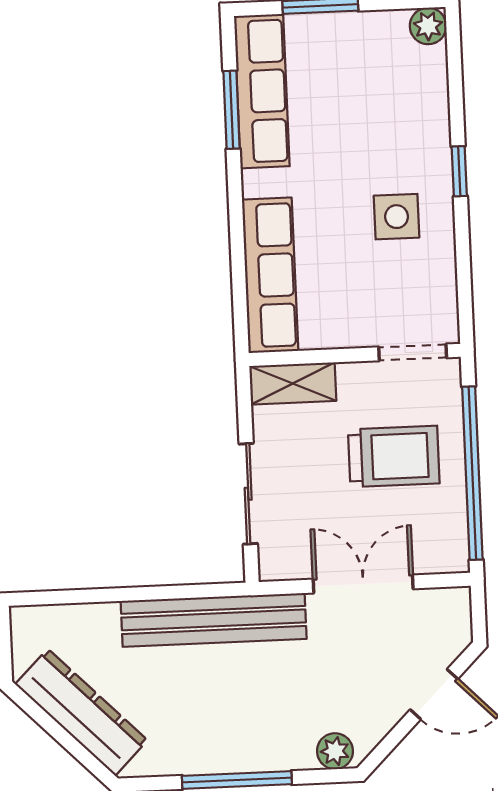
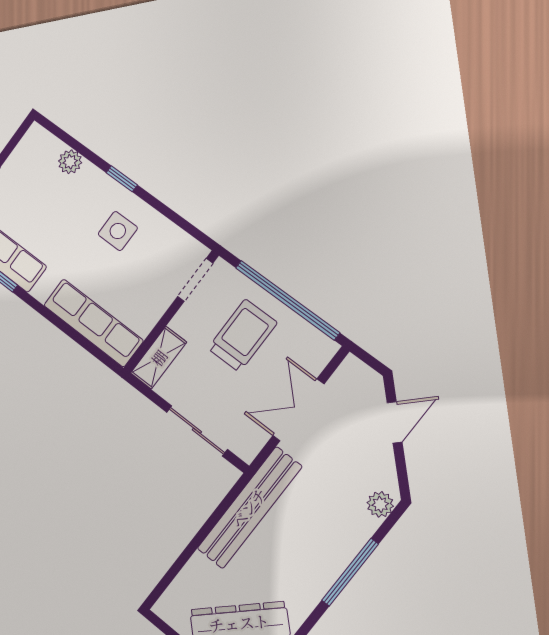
plant: (428, 26) -> (70, 162), moved

